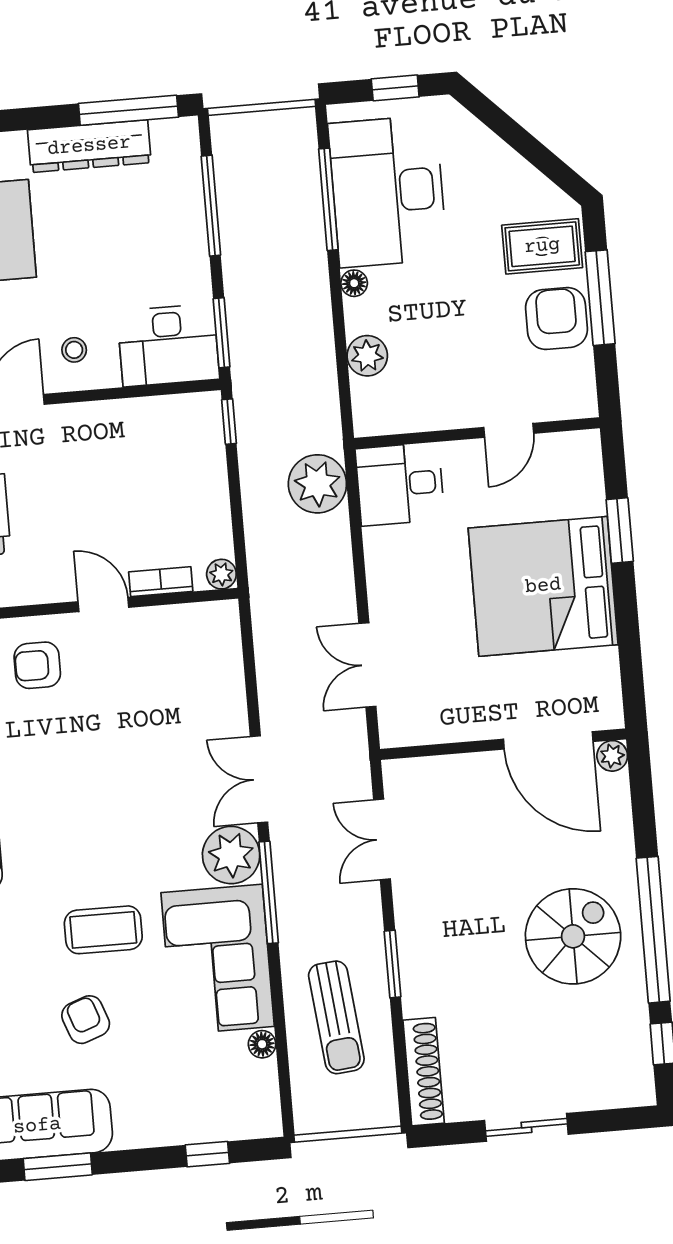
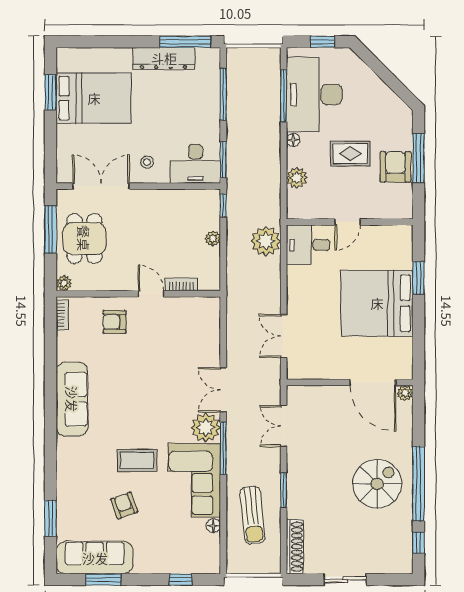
rug: (542, 246) -> (350, 153), moved
door: (509, 430) -> (348, 222), moved
plant: (221, 574) -> (213, 238), moved

